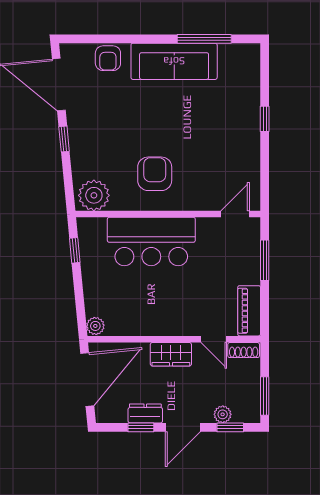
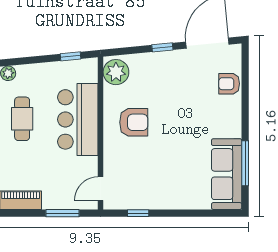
sofa: (174, 61) -> (227, 174), moved
window: (265, 119) -> (138, 213), moved
door: (235, 214) -> (101, 189), swing flipped
cafe table: (150, 309) -> (22, 119), added

